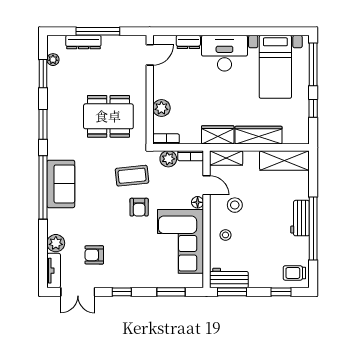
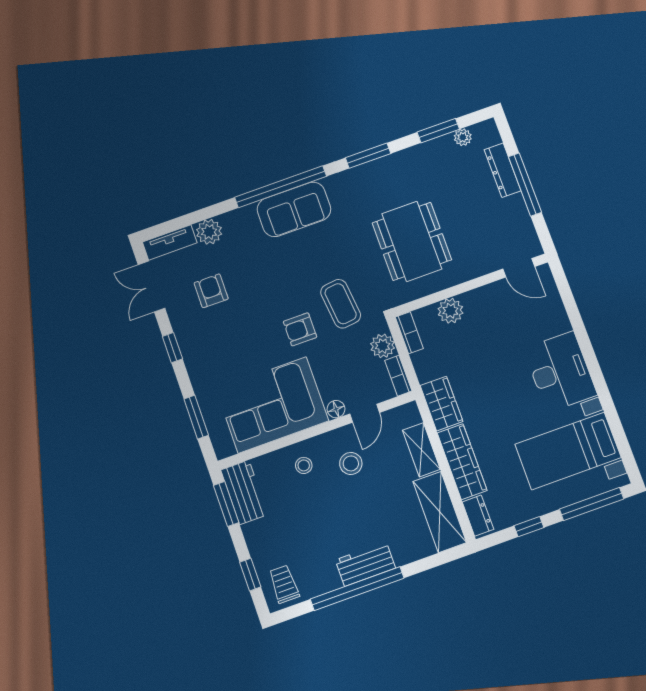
dresser: (188, 42) -> (478, 516), moved, turned 180
shelving: (226, 158) -> (421, 450), moved

